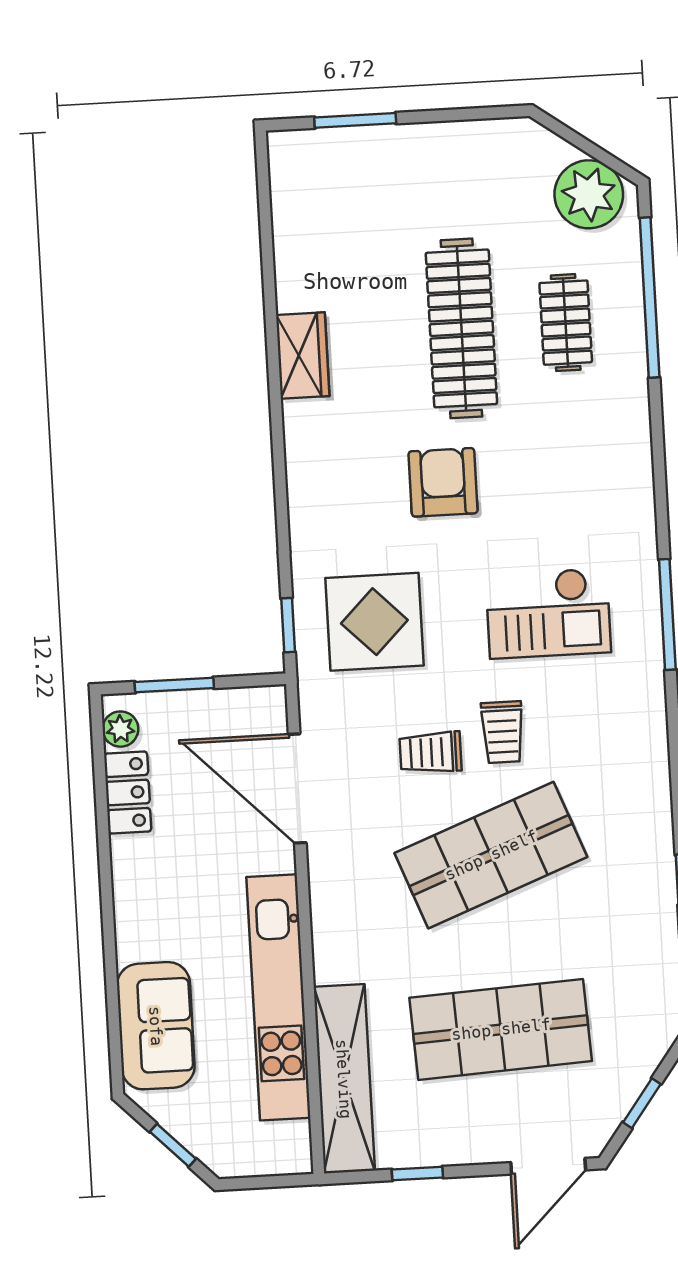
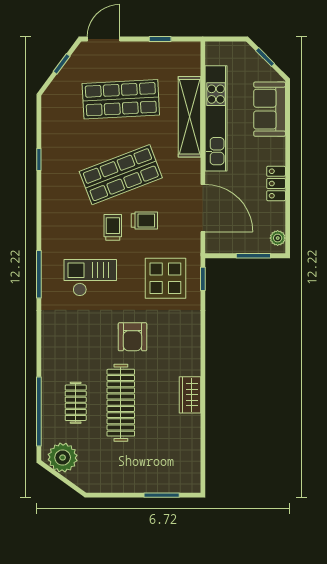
locker: (128, 792) -> (276, 183), moved
shelving: (344, 1079) -> (189, 117), moved

